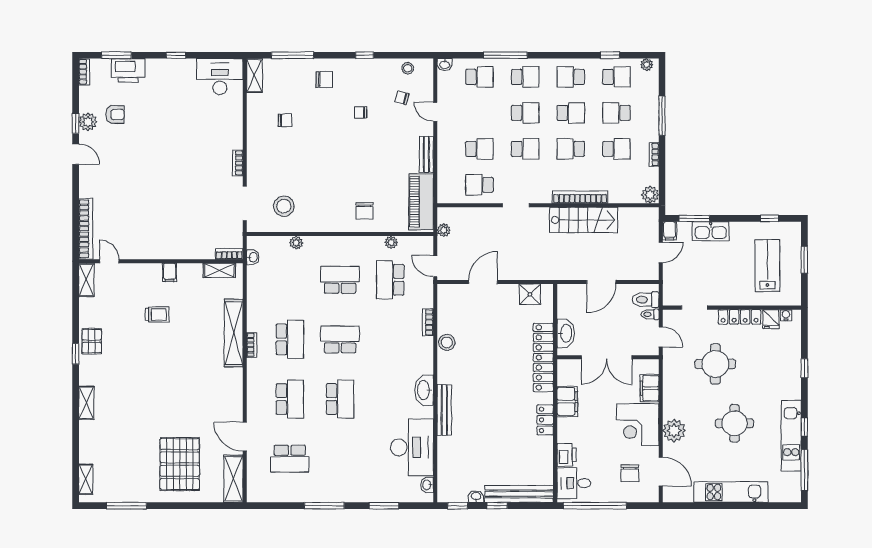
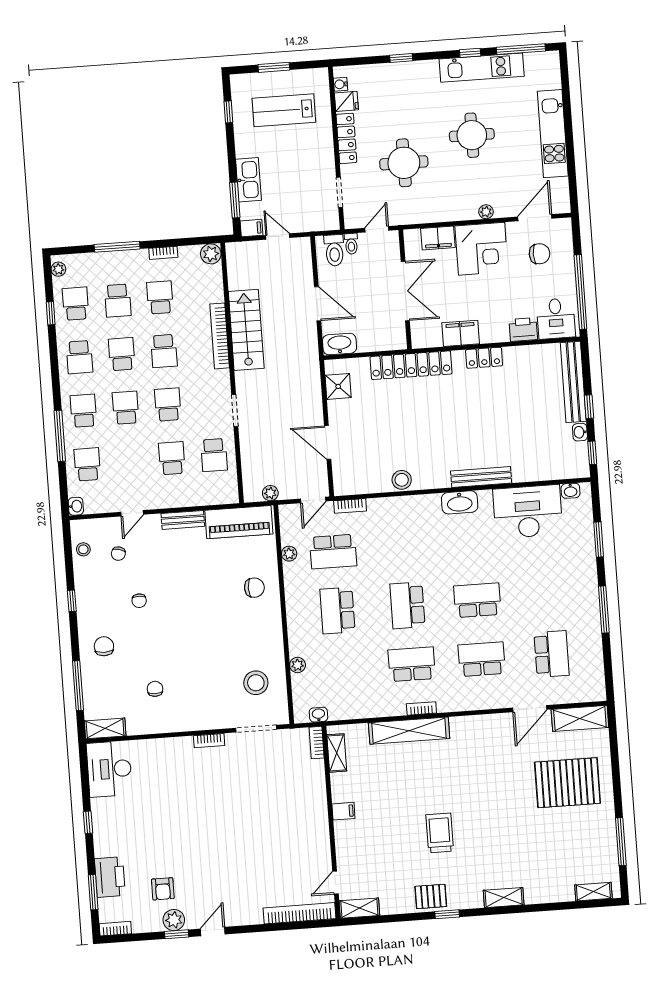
armchair: (115, 114) -> (163, 889), turned 180
trolley: (157, 314) -> (440, 833), moved, width x1.36, depth x1.39
bookcase: (428, 322) -> (350, 506), moved
washbasin: (566, 333) -> (339, 344), moved
plant: (674, 431) -> (486, 212), width x0.53, depth x0.53

